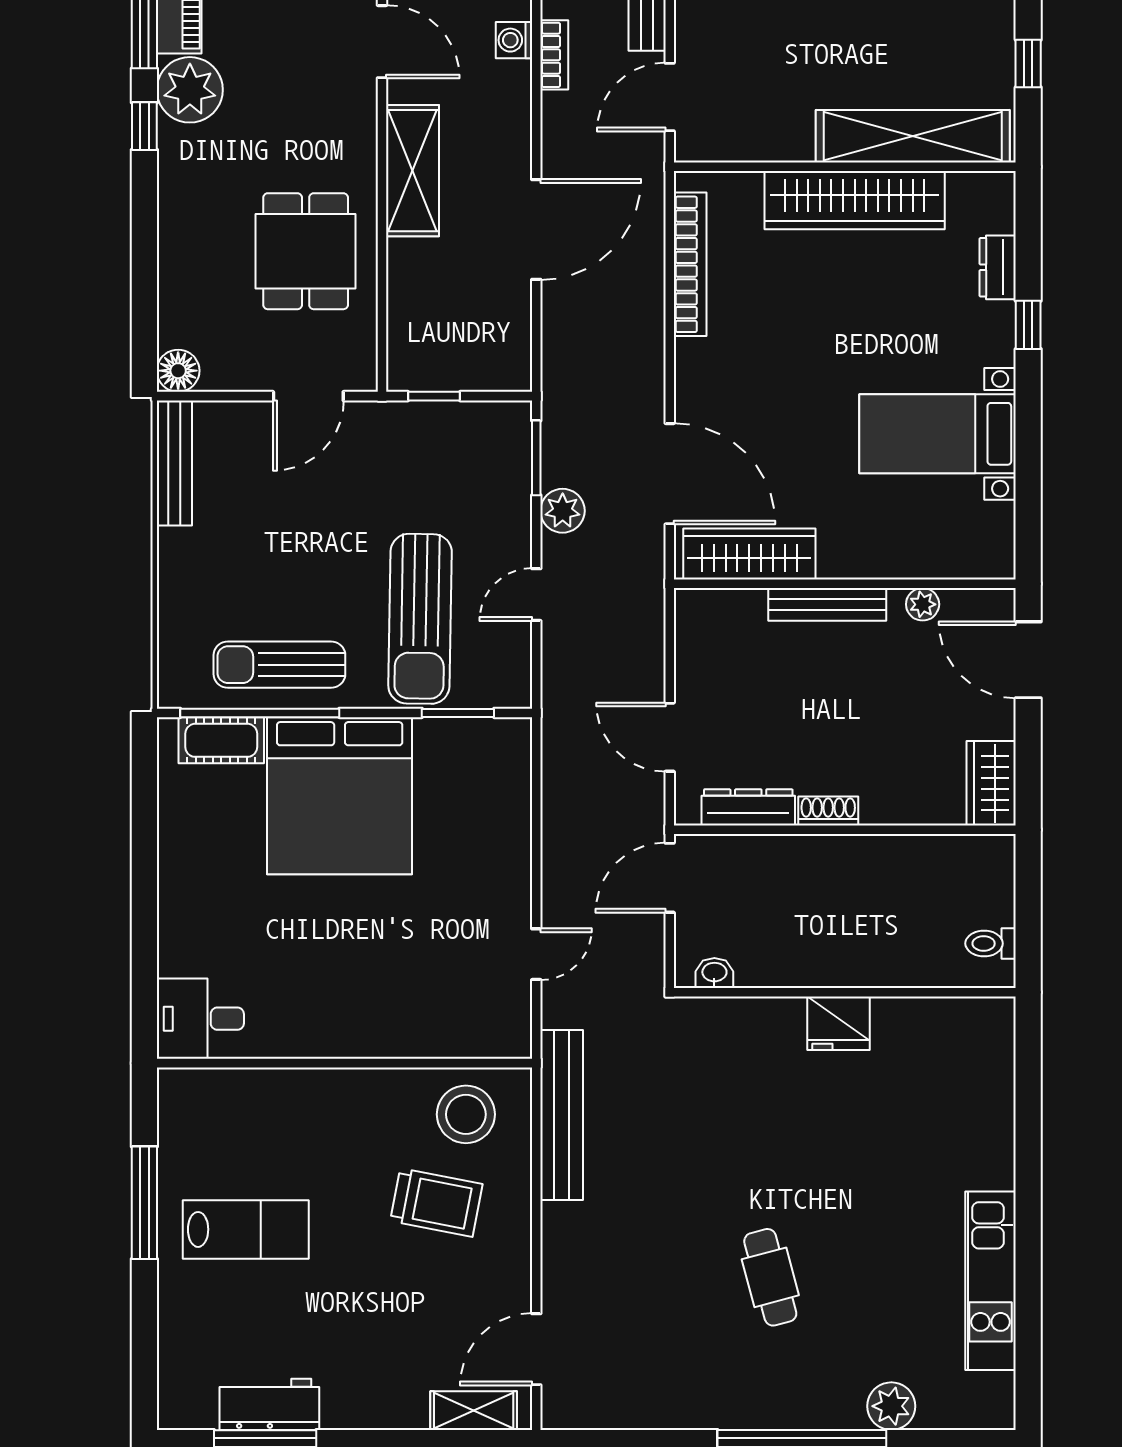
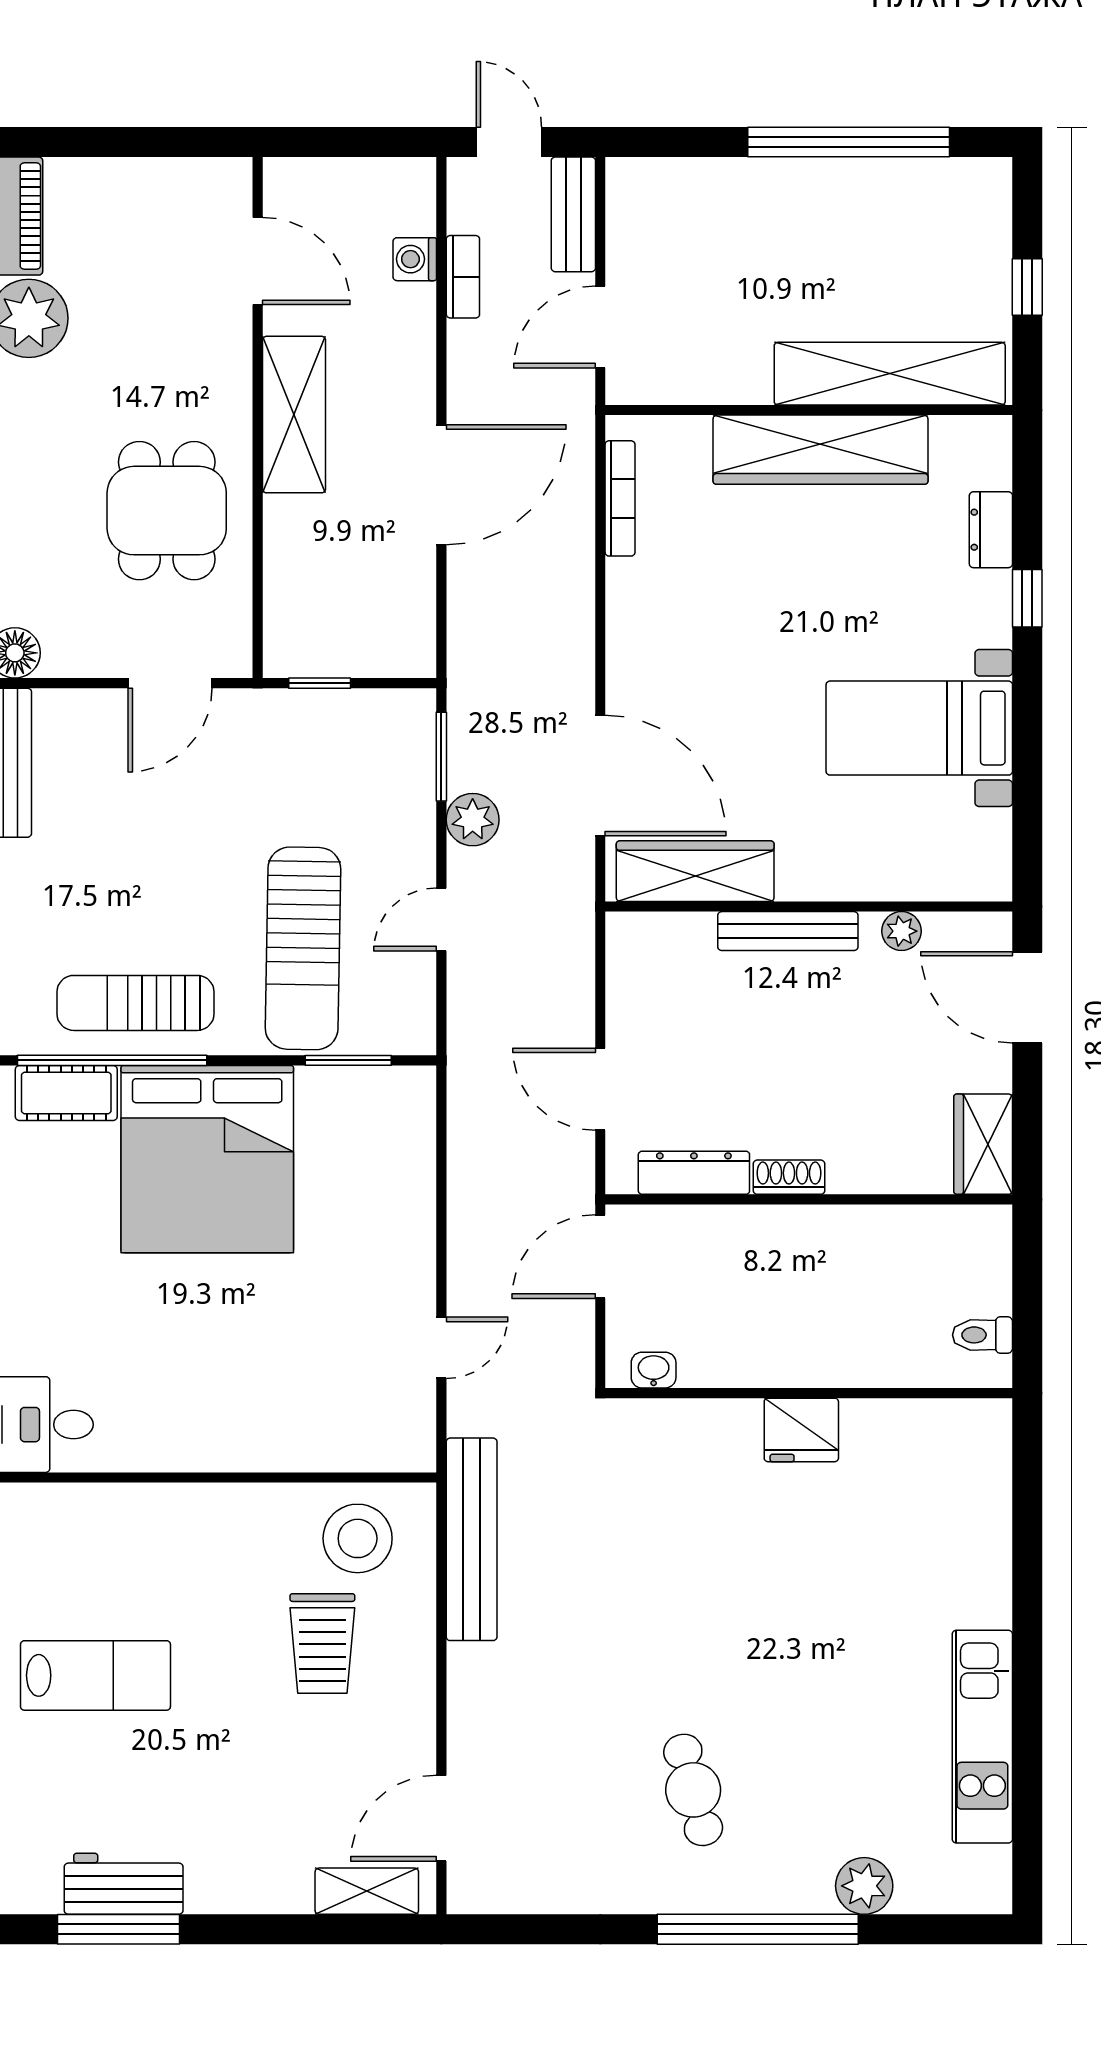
bookcase: (690, 264) -> (620, 498), width x0.68, depth x0.76
trolley: (436, 1202) -> (322, 1643), turned 79
cafe table: (770, 1277) -> (693, 1790), moved

